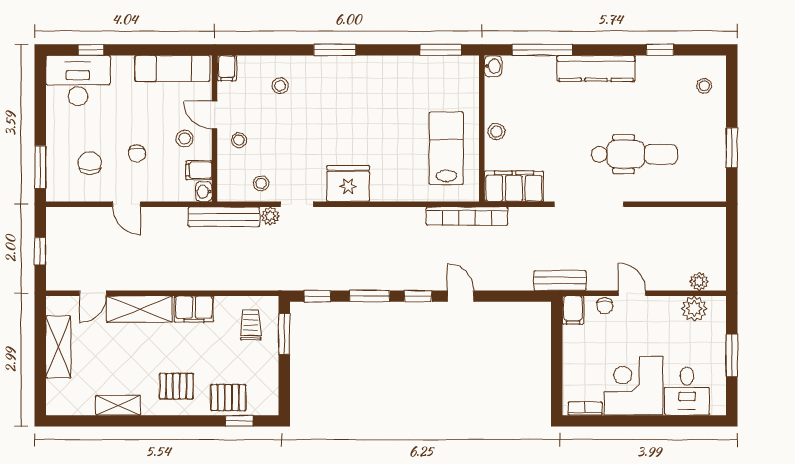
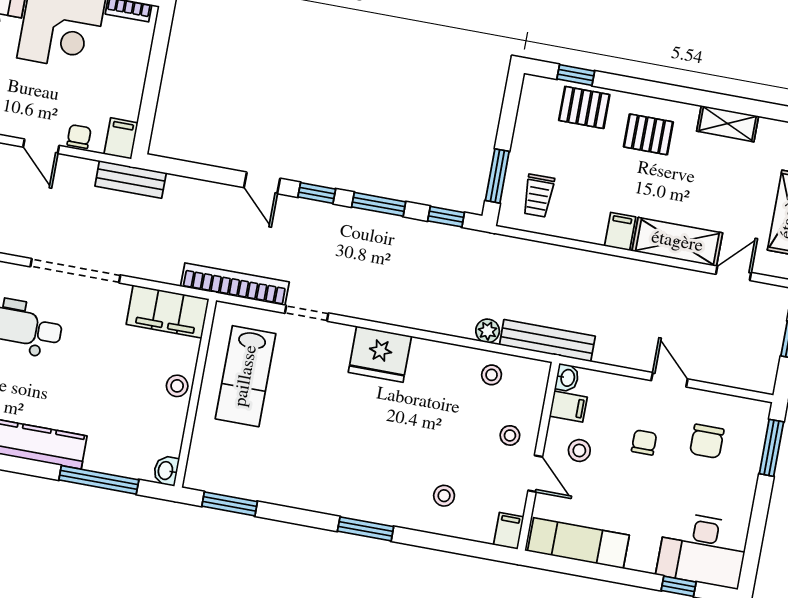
doorway: (297, 204) -> (307, 313), moved
filing cabinet: (194, 309) -> (620, 232), width x0.50

